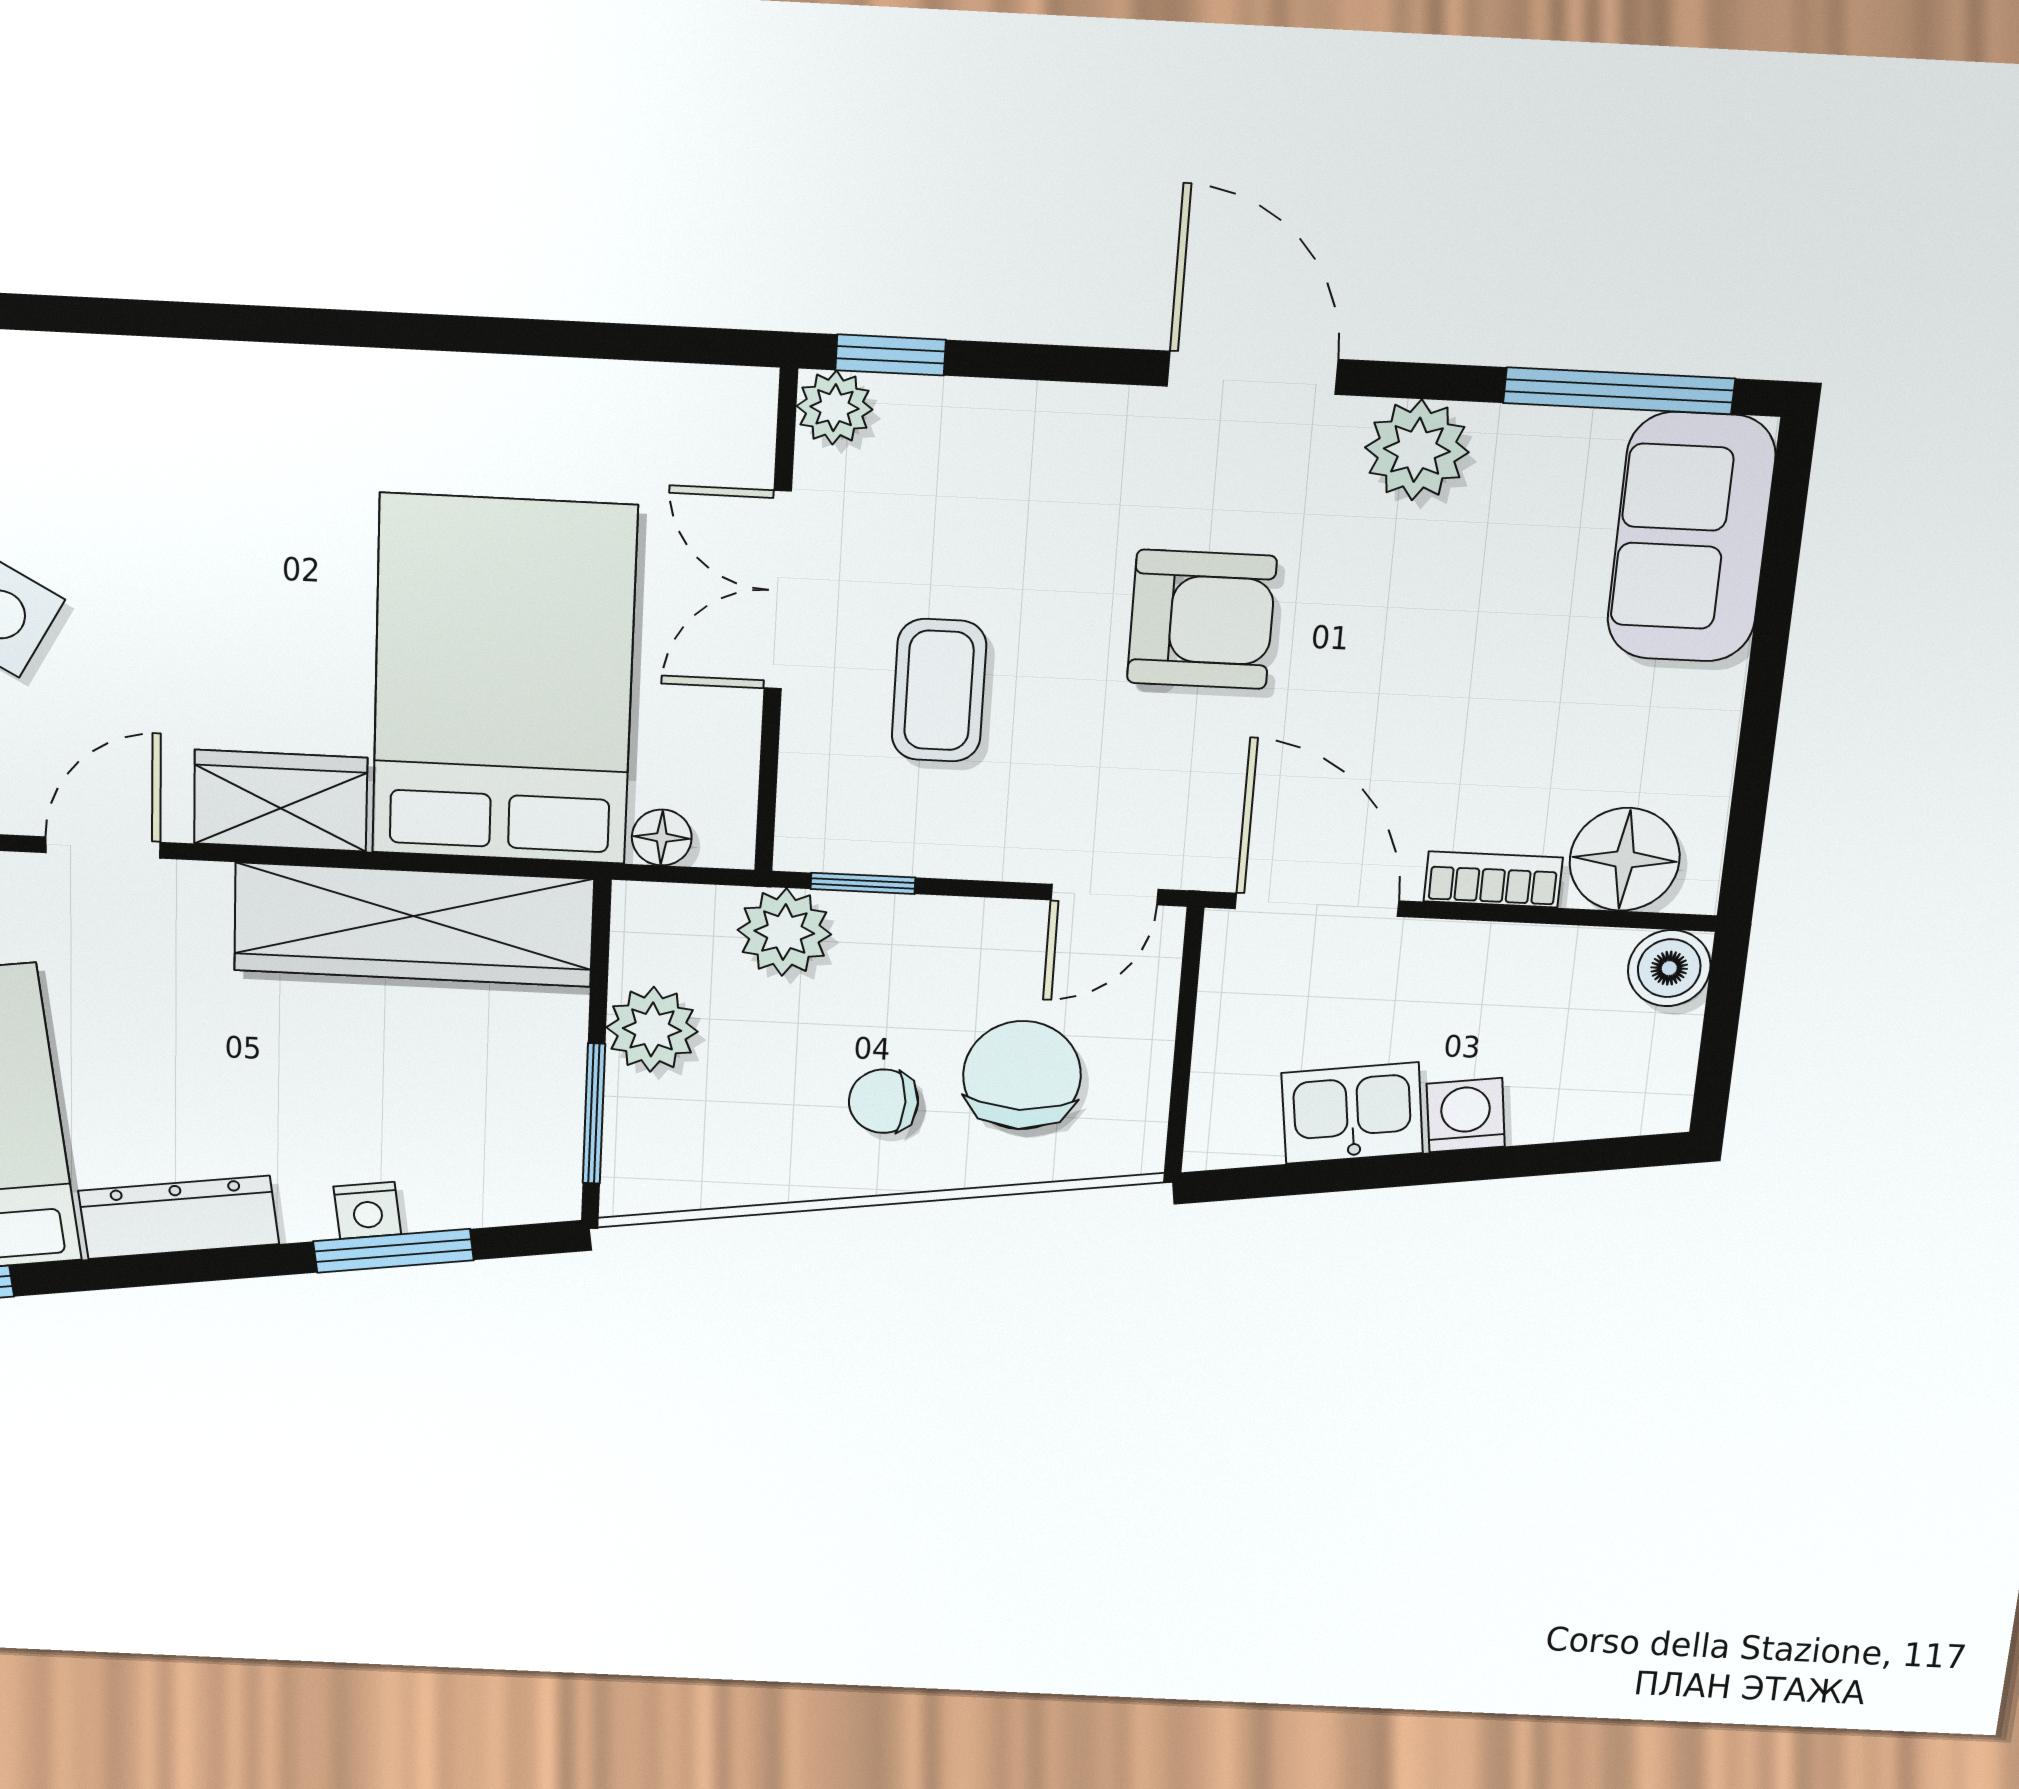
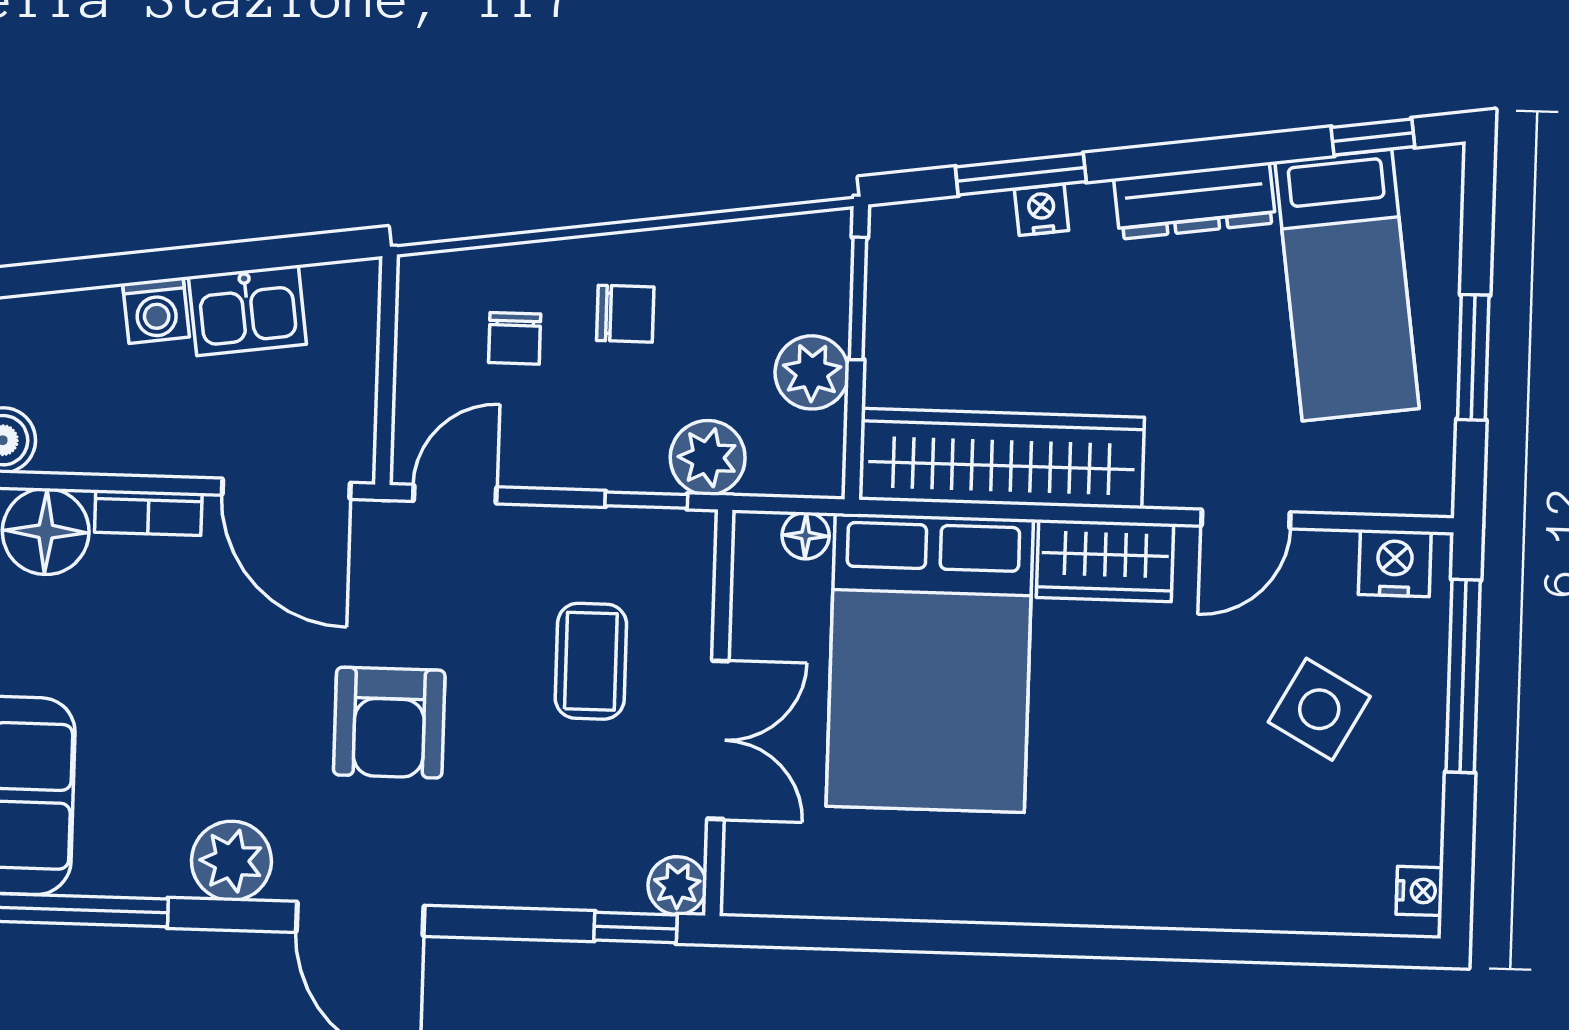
armchair: (1202, 620) -> (389, 723), turned -90
chair: (1022, 1075) -> (515, 338), width x0.54, depth x0.54

